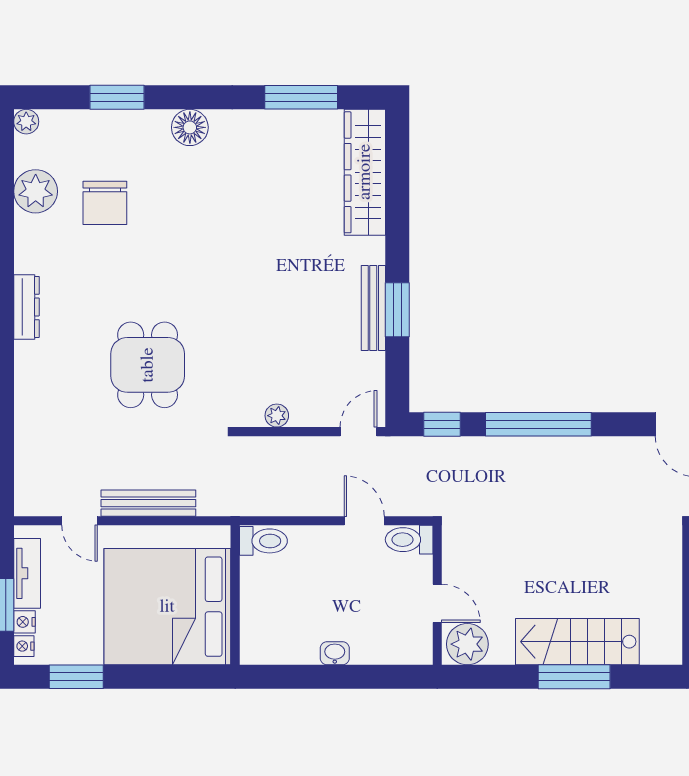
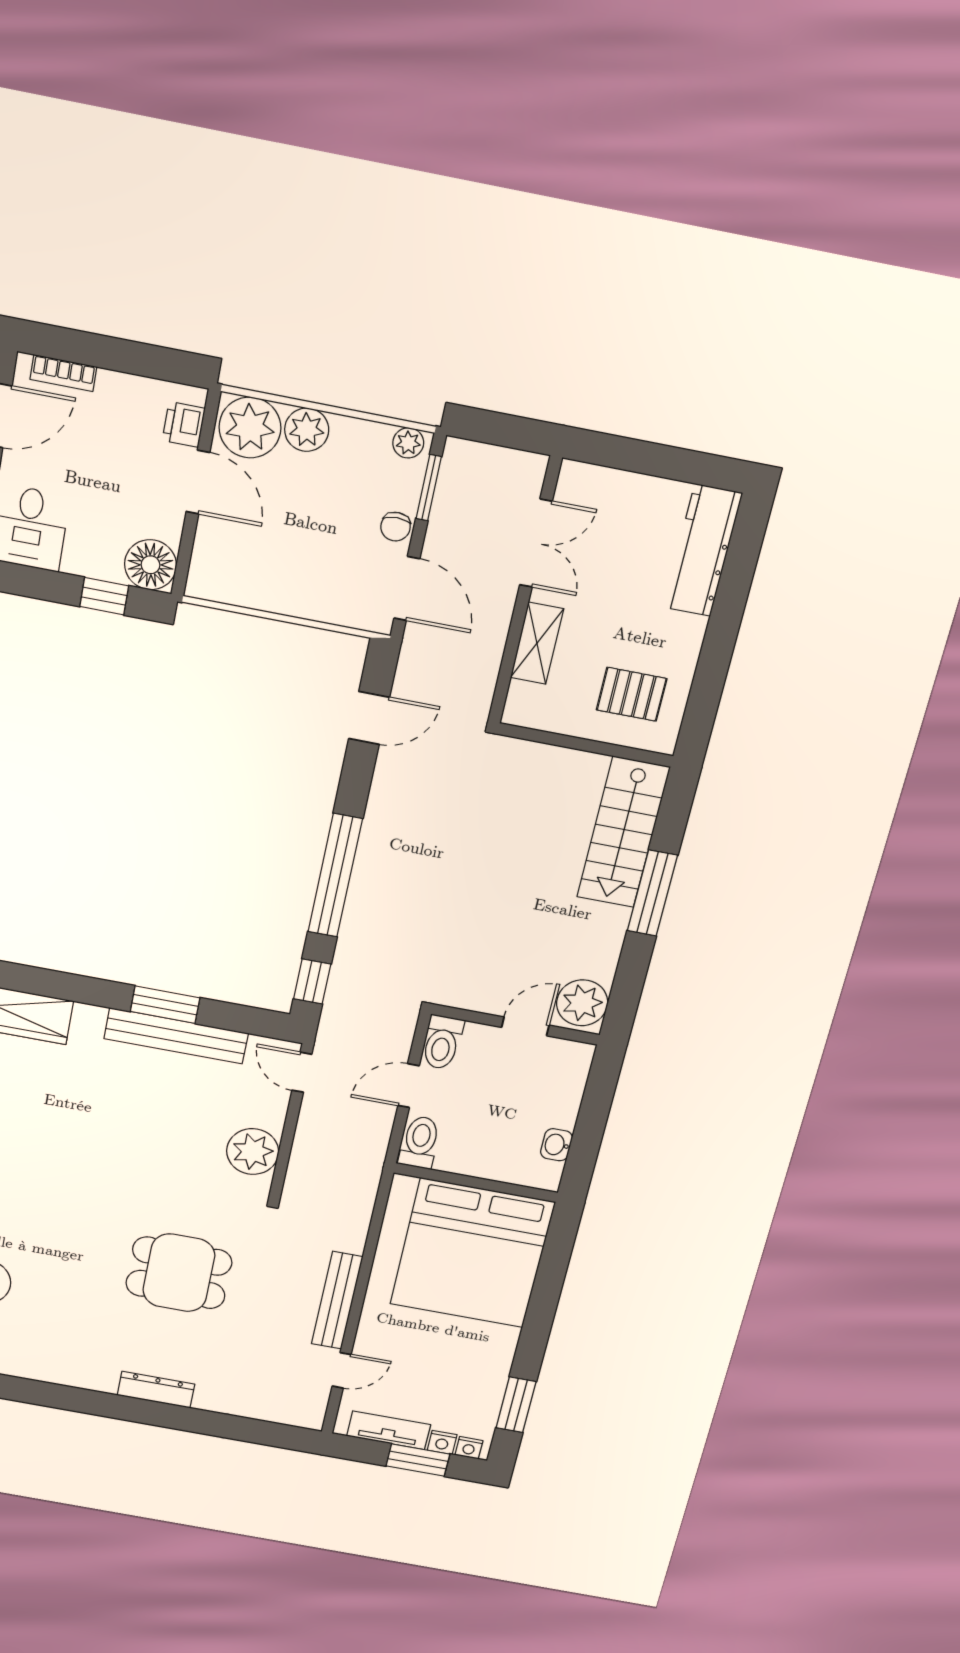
dresser: (26, 307) -> (156, 1390), moved
bench: (373, 308) -> (176, 1036), width x1.37, depth x1.21
plant: (277, 416) -> (253, 1152), width x1.87, depth x1.87
toilet: (263, 541) -> (420, 1142), moved
wall: (235, 595) -> (476, 1183), moved
bed: (167, 607) -> (472, 1253), moved
stairs: (577, 642) -> (623, 832), moved

